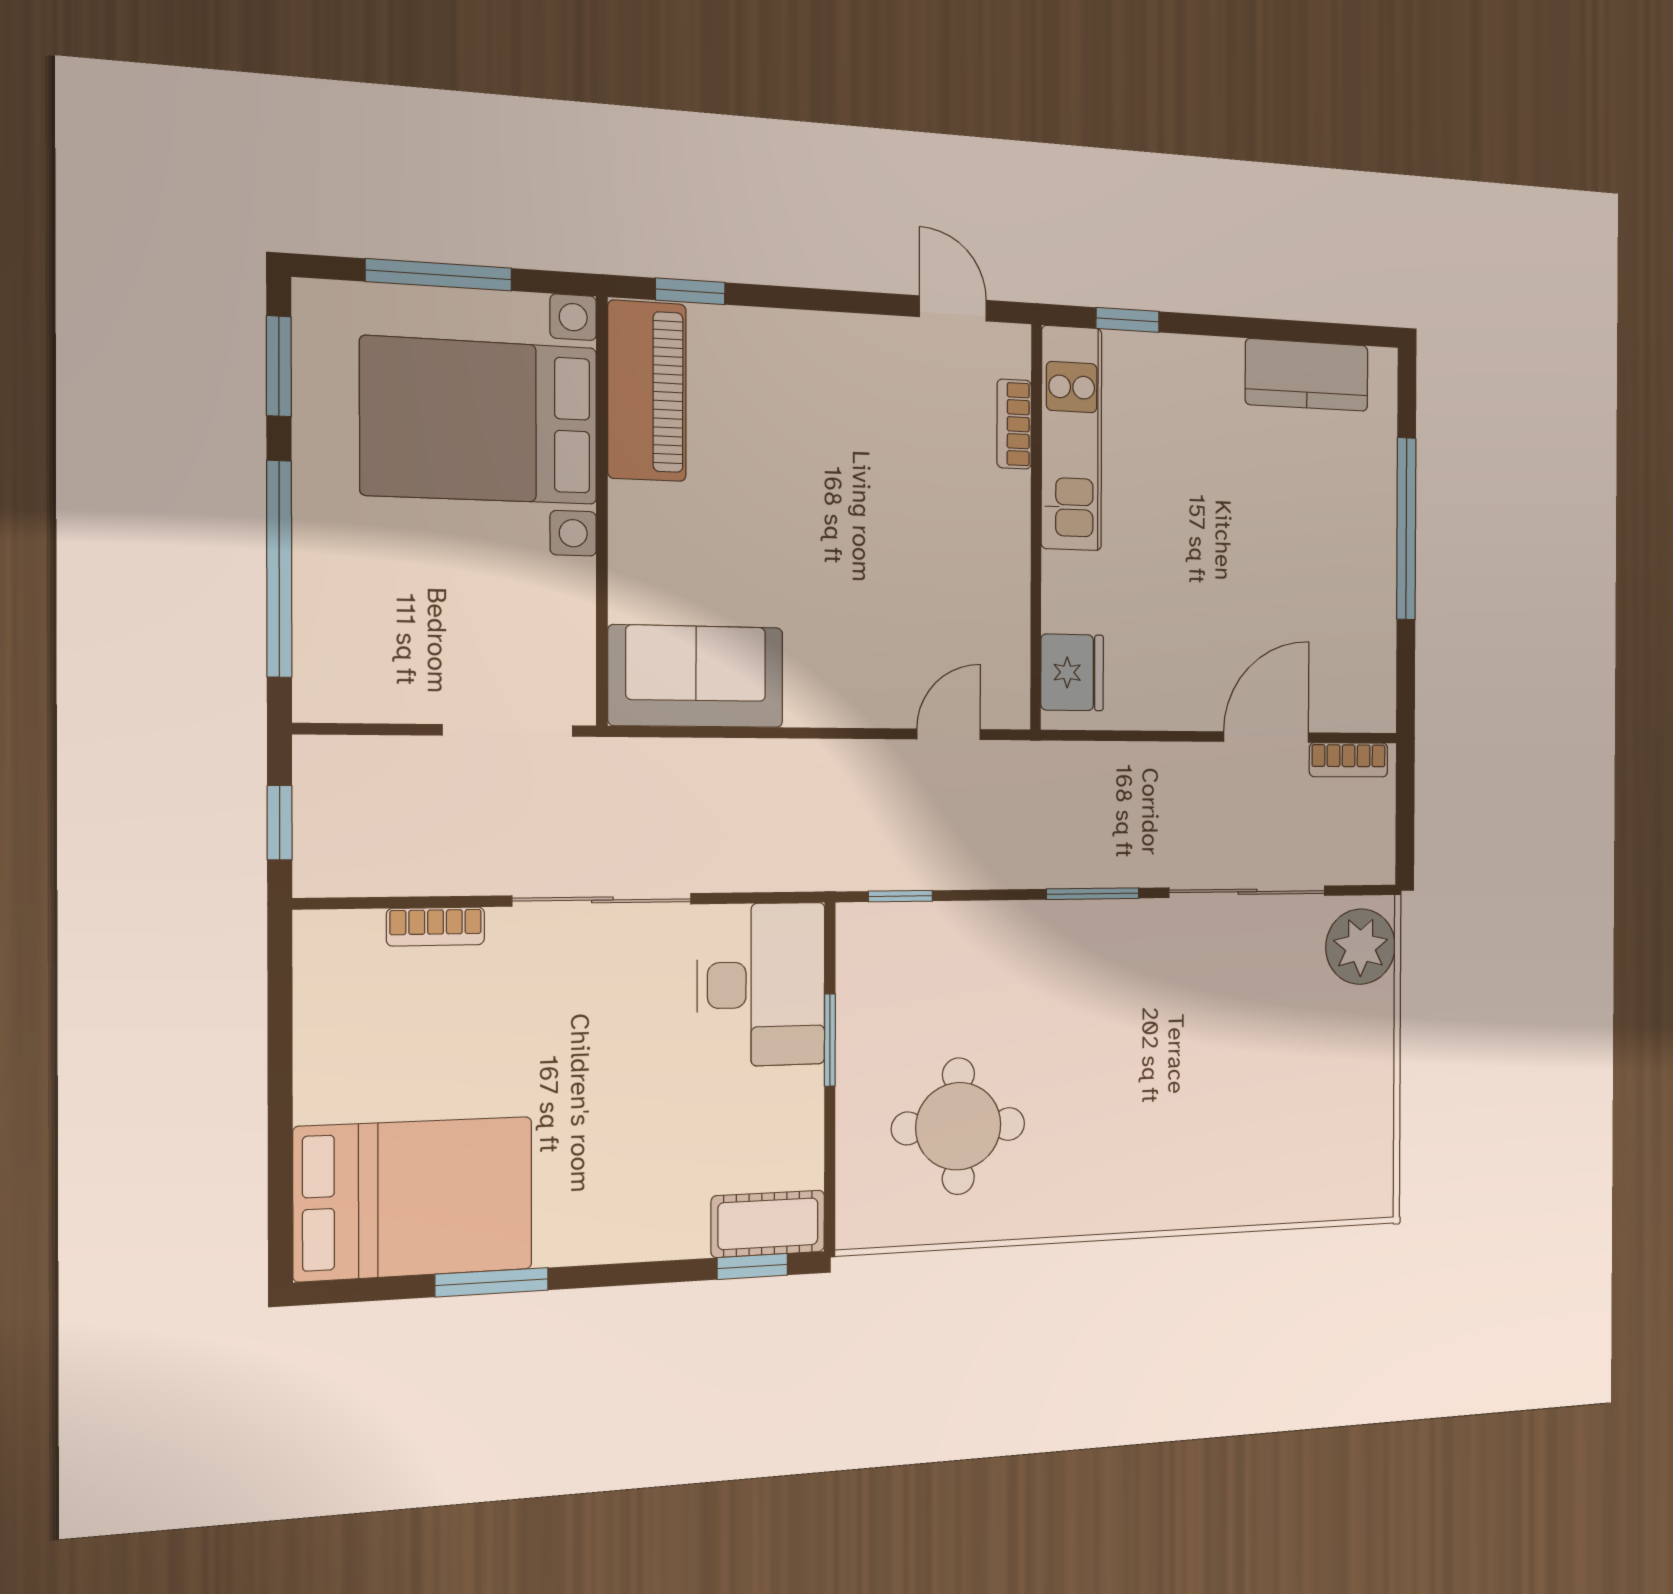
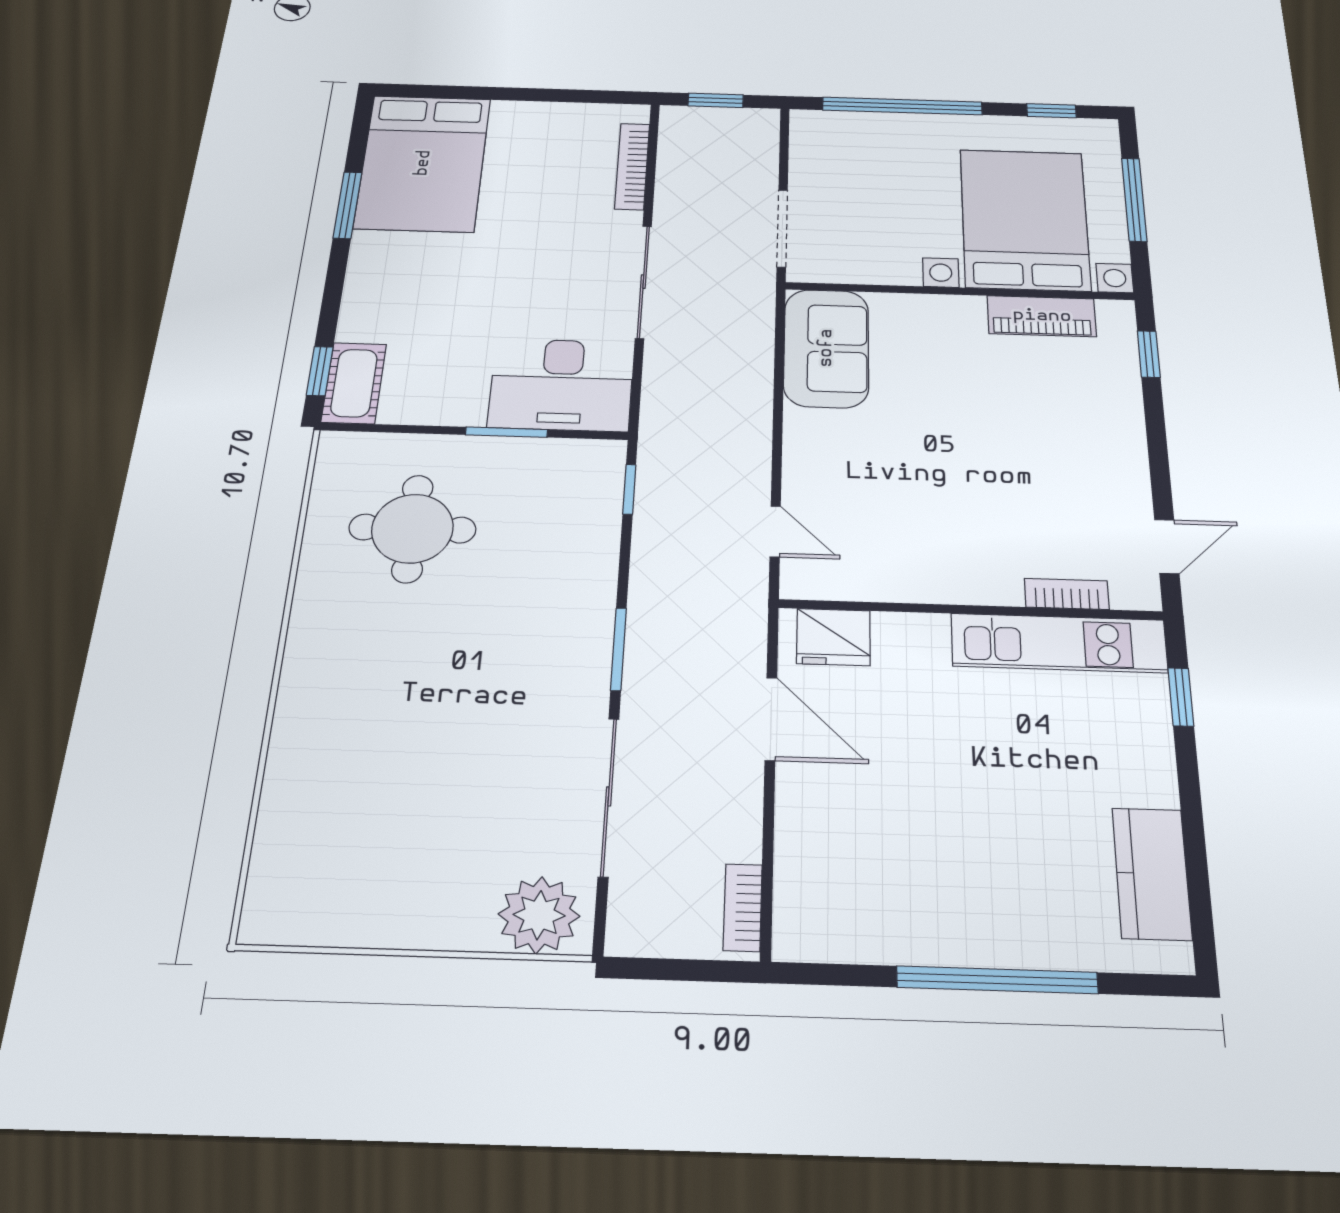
window: (279, 366) -> (1051, 111), width x0.67
piano: (647, 391) -> (1042, 316), width x0.73, depth x0.75
door: (1266, 737) -> (771, 719), moved
bookcase: (436, 927) -> (632, 166), width x1.56

